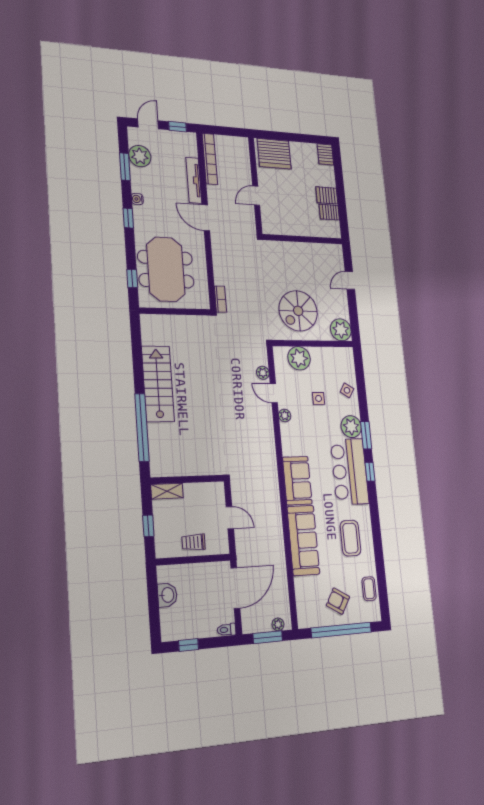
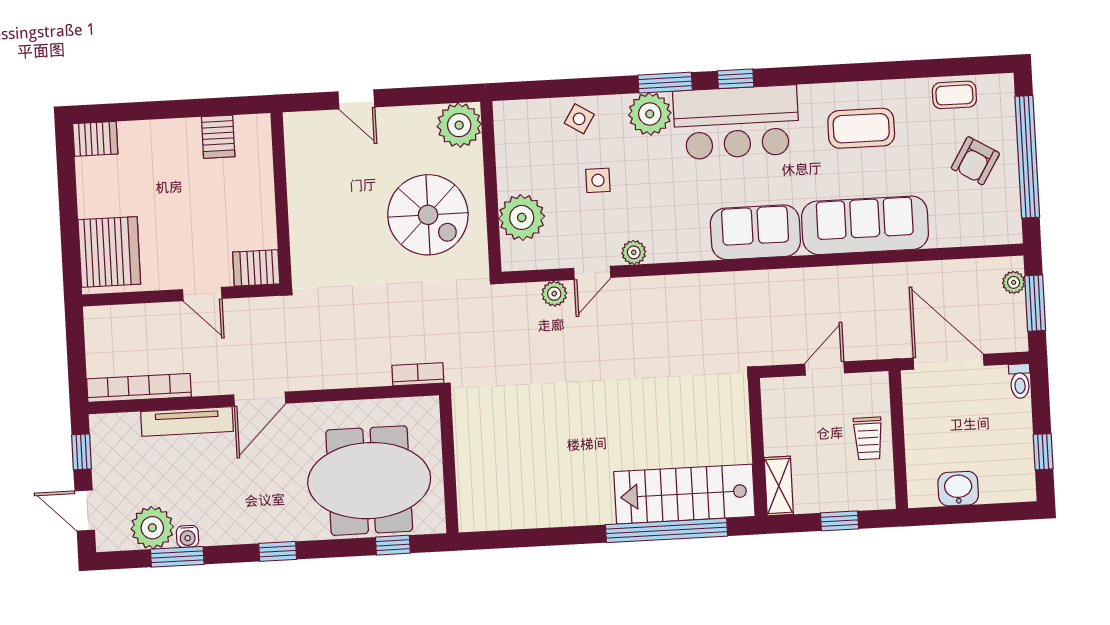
server rack: (327, 195) -> (256, 268), moved, turned 90
water cooler: (137, 199) -> (188, 536), moved
stairs: (158, 384) -> (684, 494), moved

